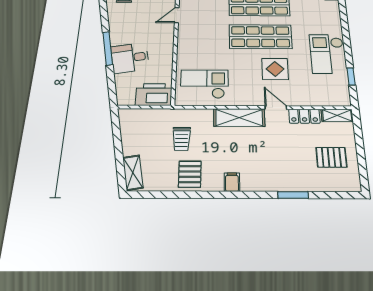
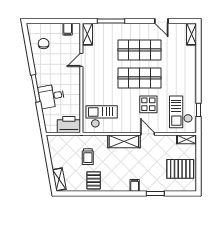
checkout: (327, 54) -> (181, 112), moved
locker: (304, 116) -> (166, 140), removed
pallet: (331, 157) -> (180, 169), width x1.50, depth x1.42
filing cabinet: (232, 182) -> (135, 185), moved

